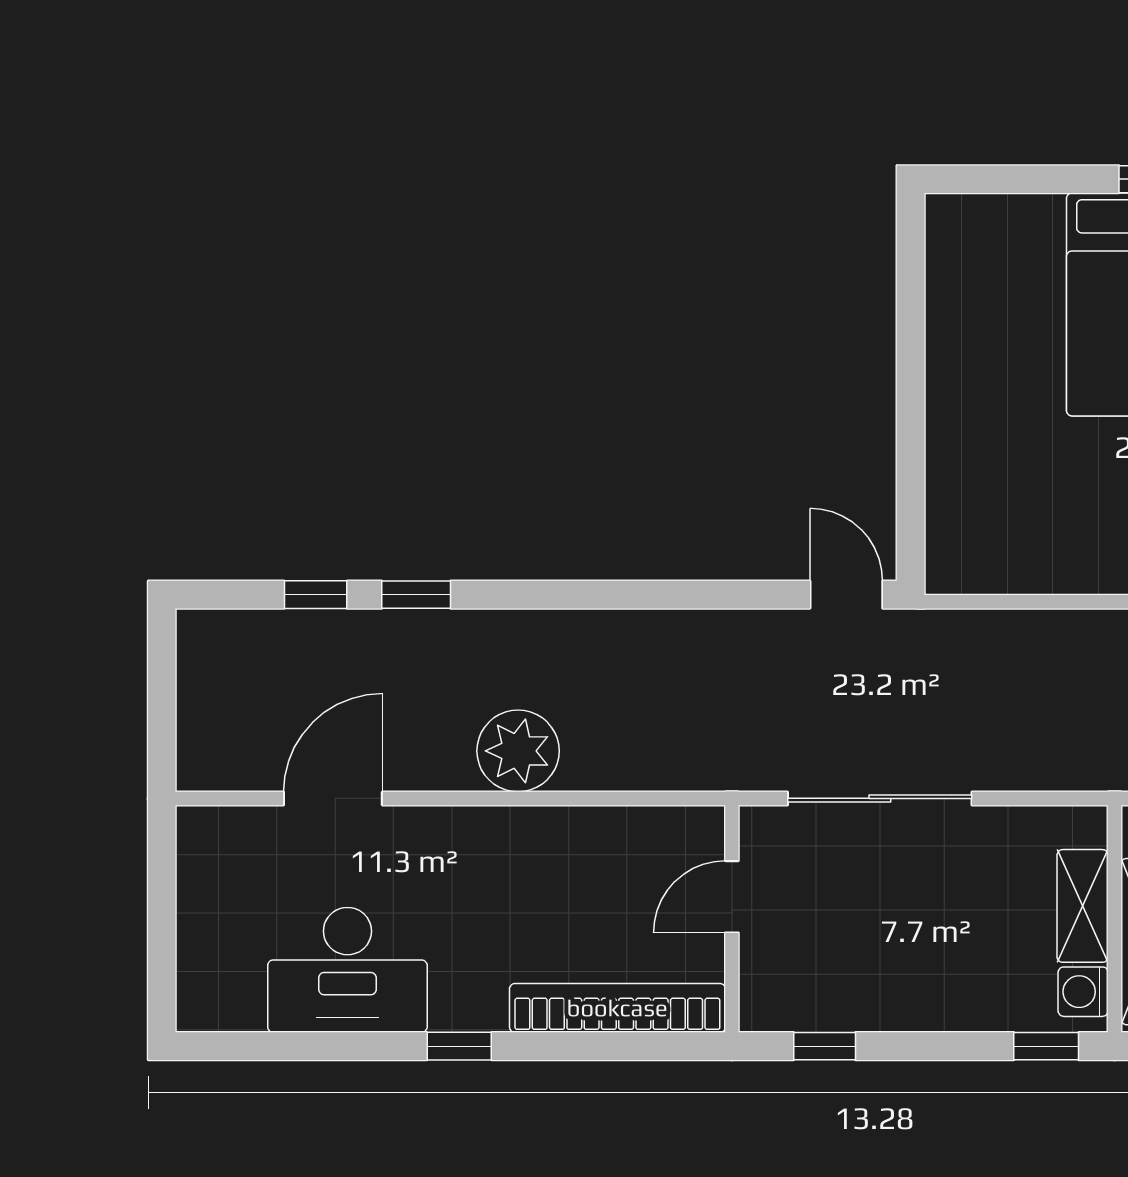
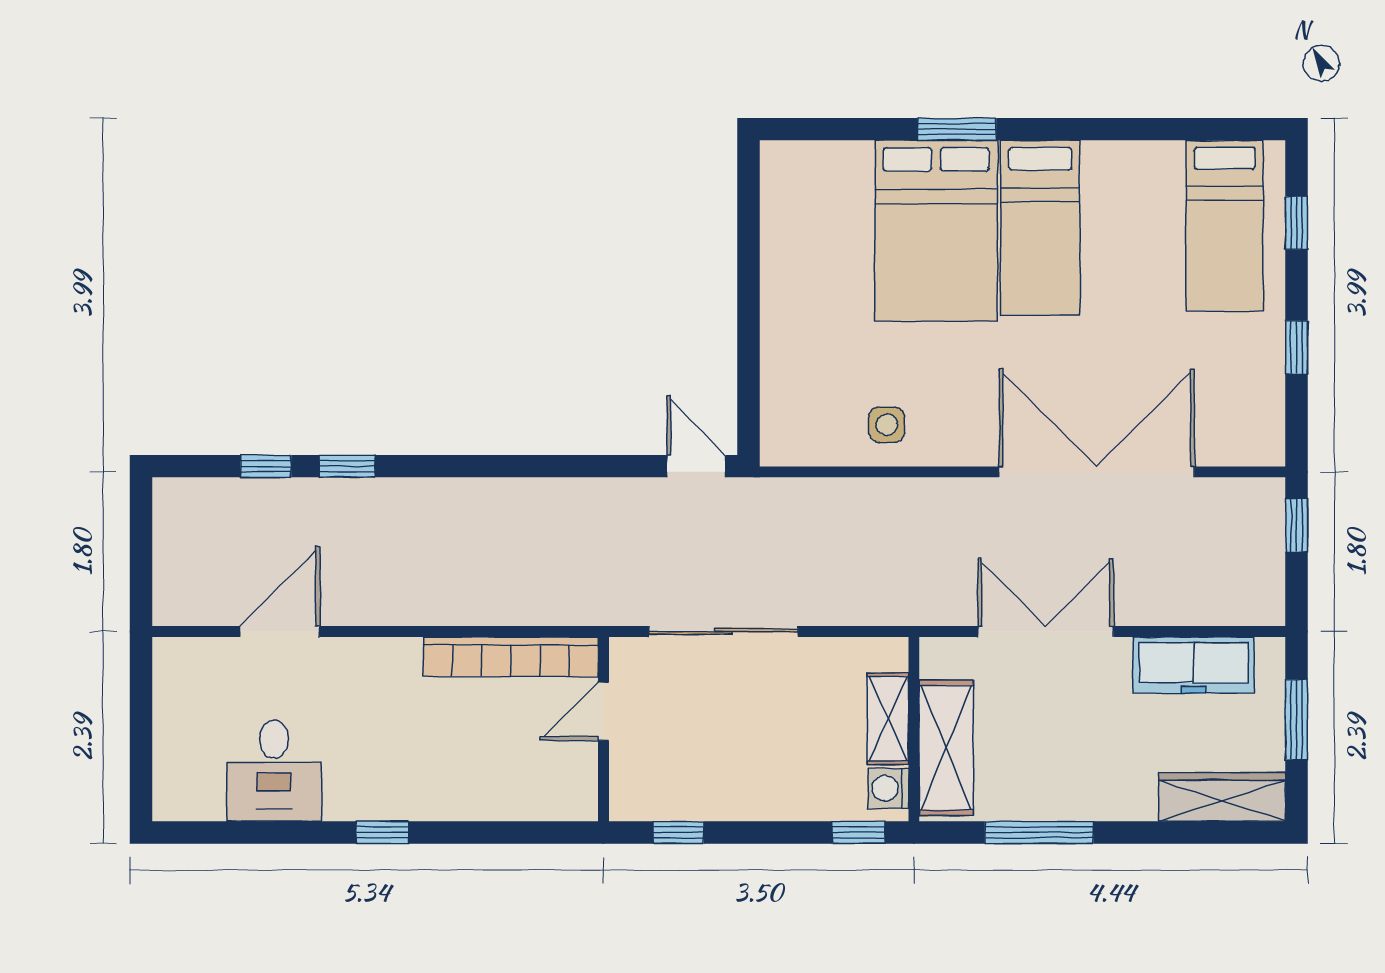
side table: (1081, 543) -> (887, 425), added
plant: (518, 751) -> (430, 593), removed
desk: (347, 970) -> (274, 771), width x0.73
bookcase: (617, 1008) -> (511, 657), moved, turned 180

